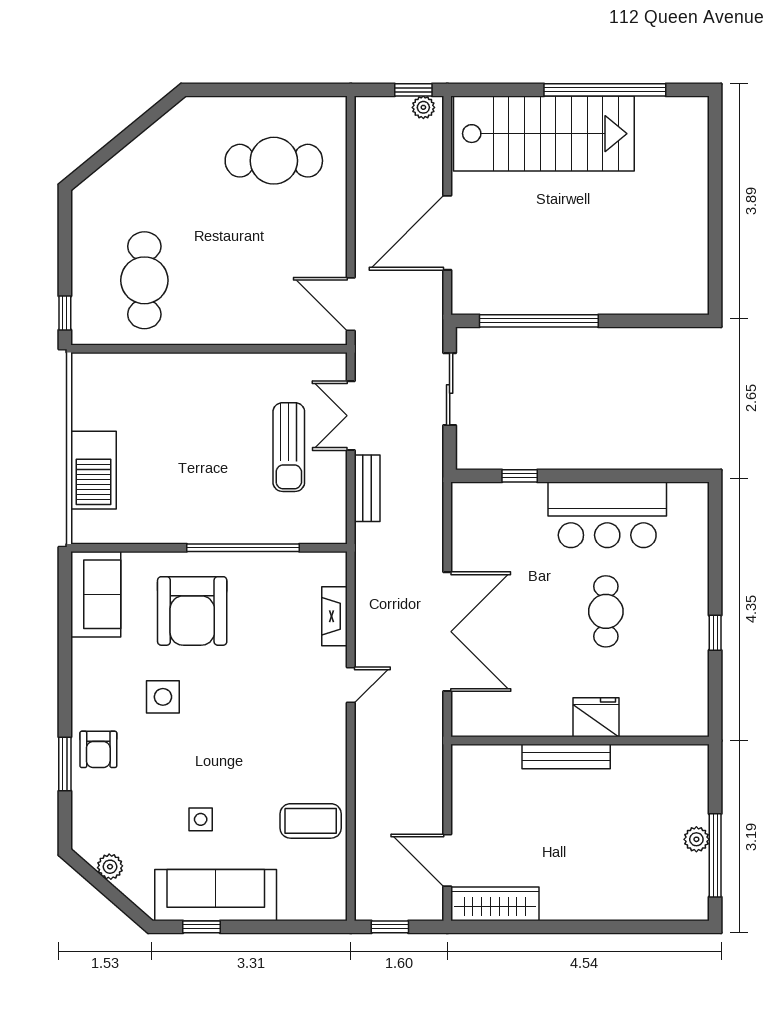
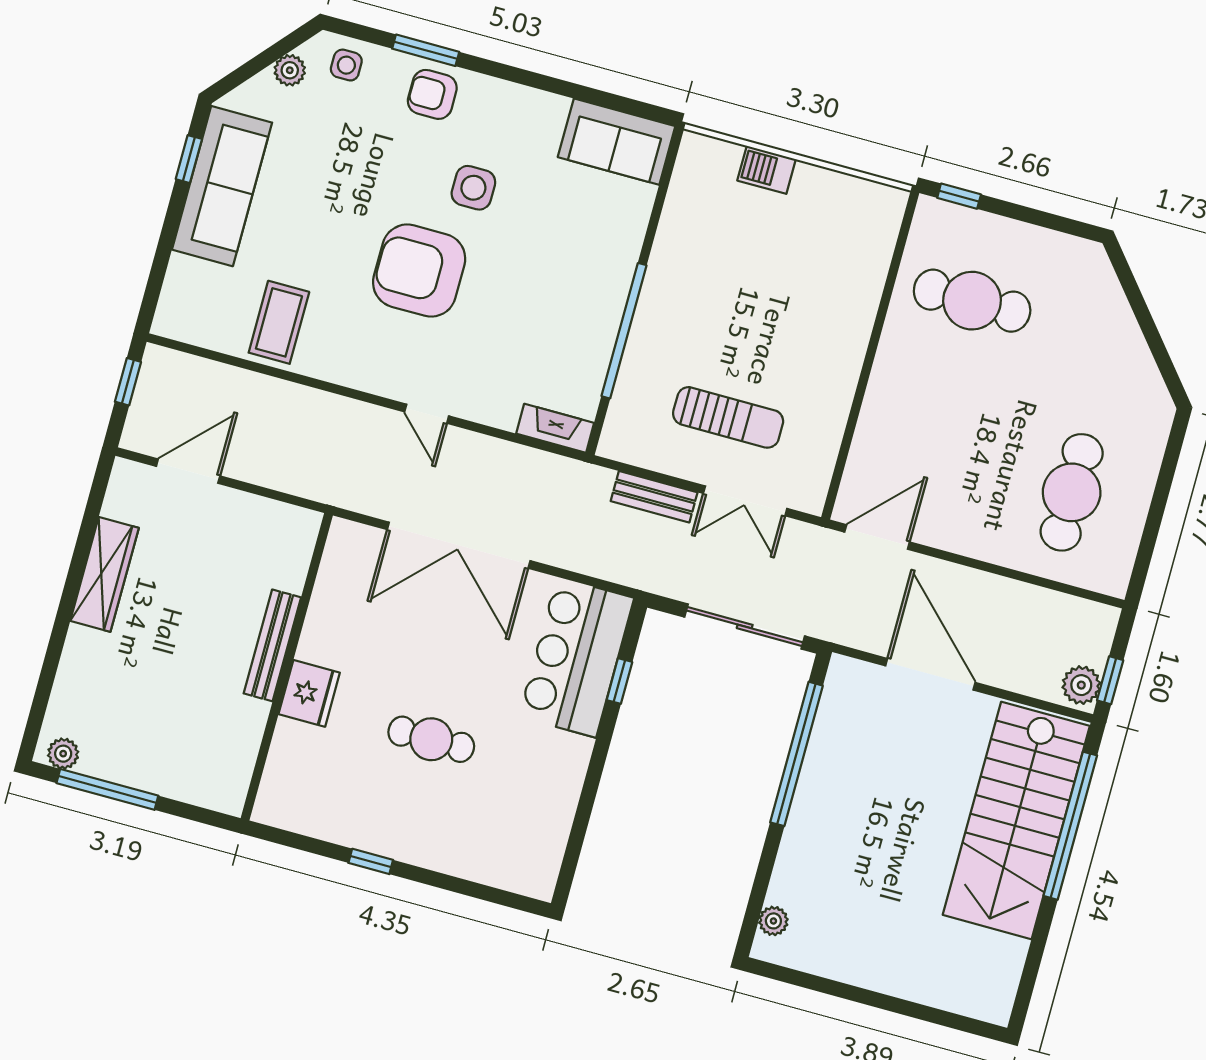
window: (605, 90) -> (1070, 826), moved
plant: (423, 107) -> (1081, 685), width x1.38, depth x1.38
plant: (675, 303) -> (773, 921), added
sliding door: (450, 389) -> (745, 626), width x1.37
double door: (351, 416) -> (745, 501), swing flipped
sun lounger: (289, 447) -> (728, 417), turned 180
barbecue: (94, 470) -> (767, 170), width x0.53, depth x0.65
bar counter: (607, 515) -> (576, 657), moved
armchair: (192, 611) -> (419, 271), moved
fireplace: (335, 616) -> (555, 428), moved
side table: (201, 819) -> (346, 65), moved
plant: (696, 839) -> (63, 754), moved
wardrobe: (495, 904) -> (105, 574), moved

